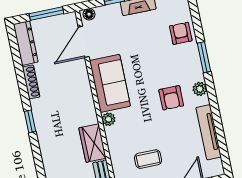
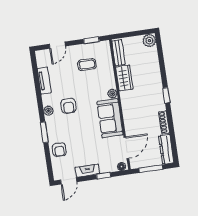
armchair: (171, 98) -> (69, 106), turned 180
tv unit: (209, 132) -> (44, 81), width x0.71

